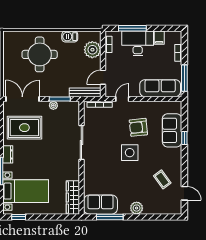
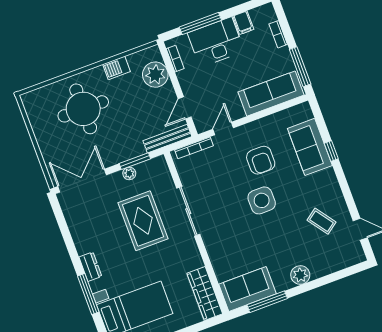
armchair: (138, 127) -> (261, 160), turned -84
rug: (24, 128) -> (143, 221), moved, turned 90

